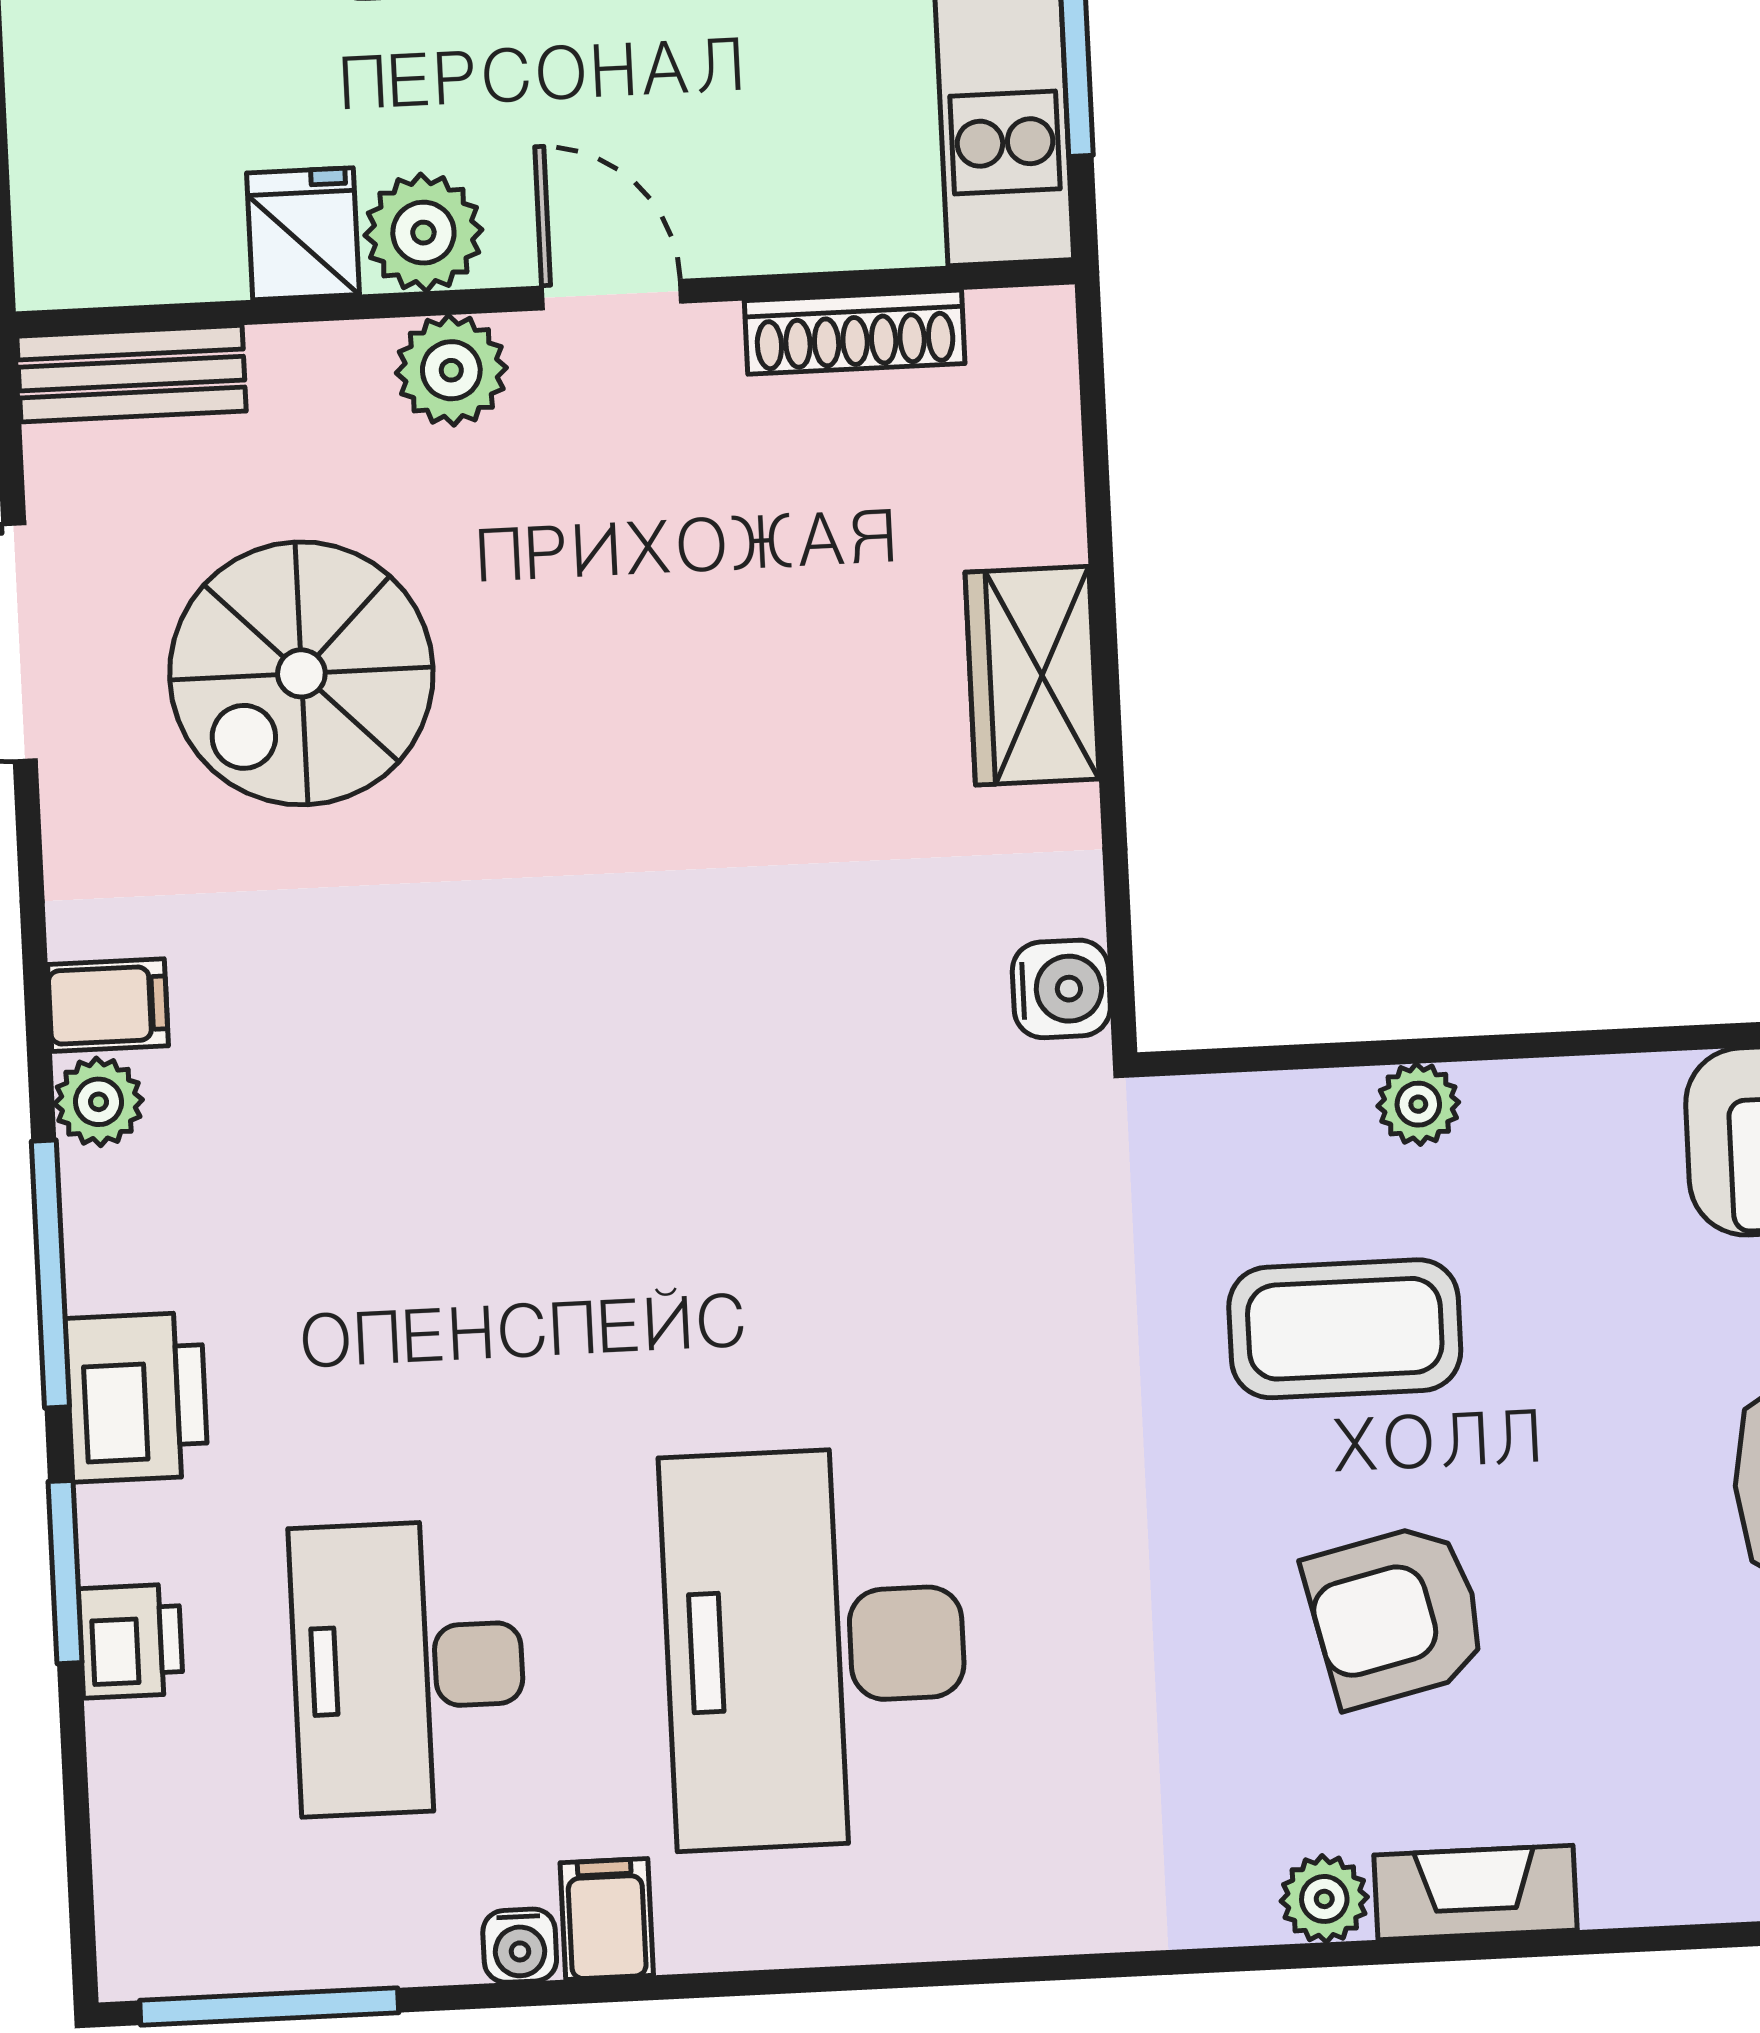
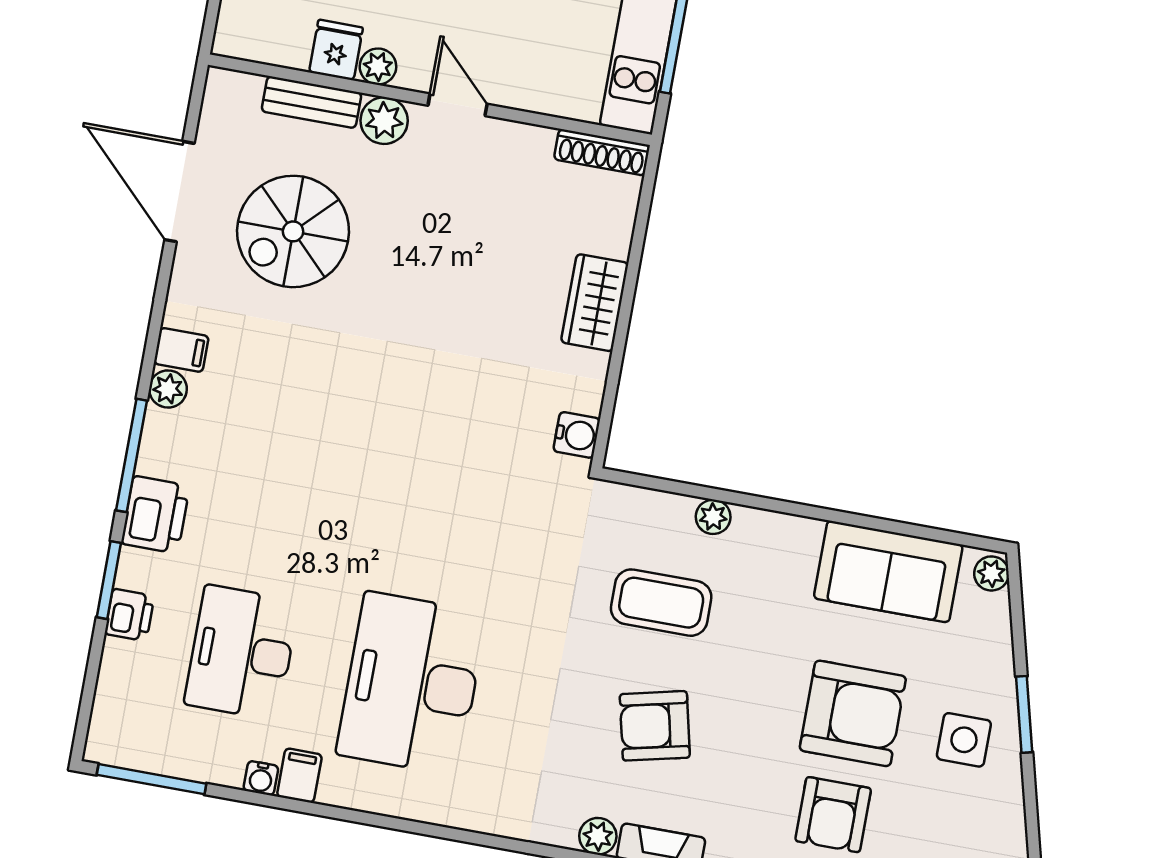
plant: (423, 233) -> (378, 67), width x0.73, depth x0.73
shoe rack: (855, 332) -> (602, 152), moved
bench: (132, 374) -> (311, 102), moved

